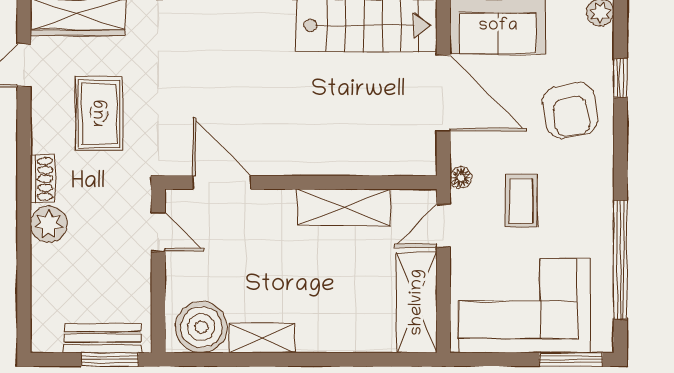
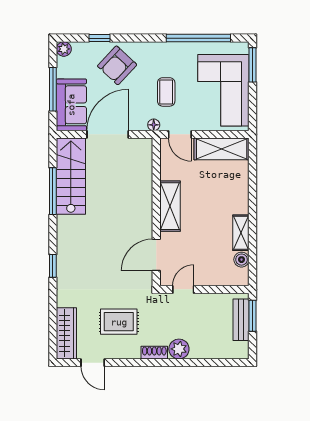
armchair: (570, 110) -> (117, 65), turned 143
coffee table: (521, 201) -> (166, 92), turned 90
shelving: (344, 207) -> (170, 206), moved
boiler: (201, 327) -> (241, 260), width x0.54, depth x0.54

